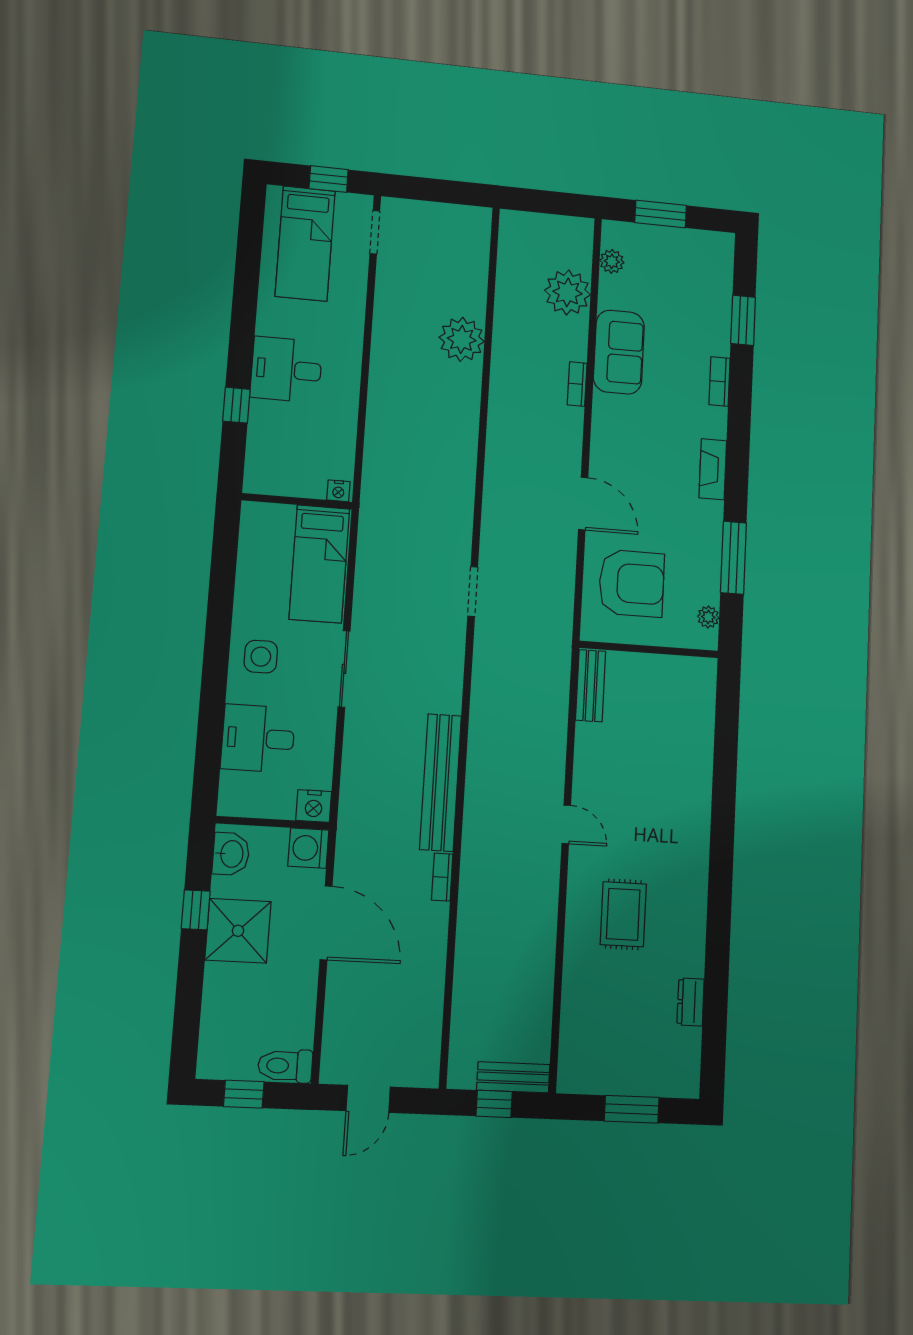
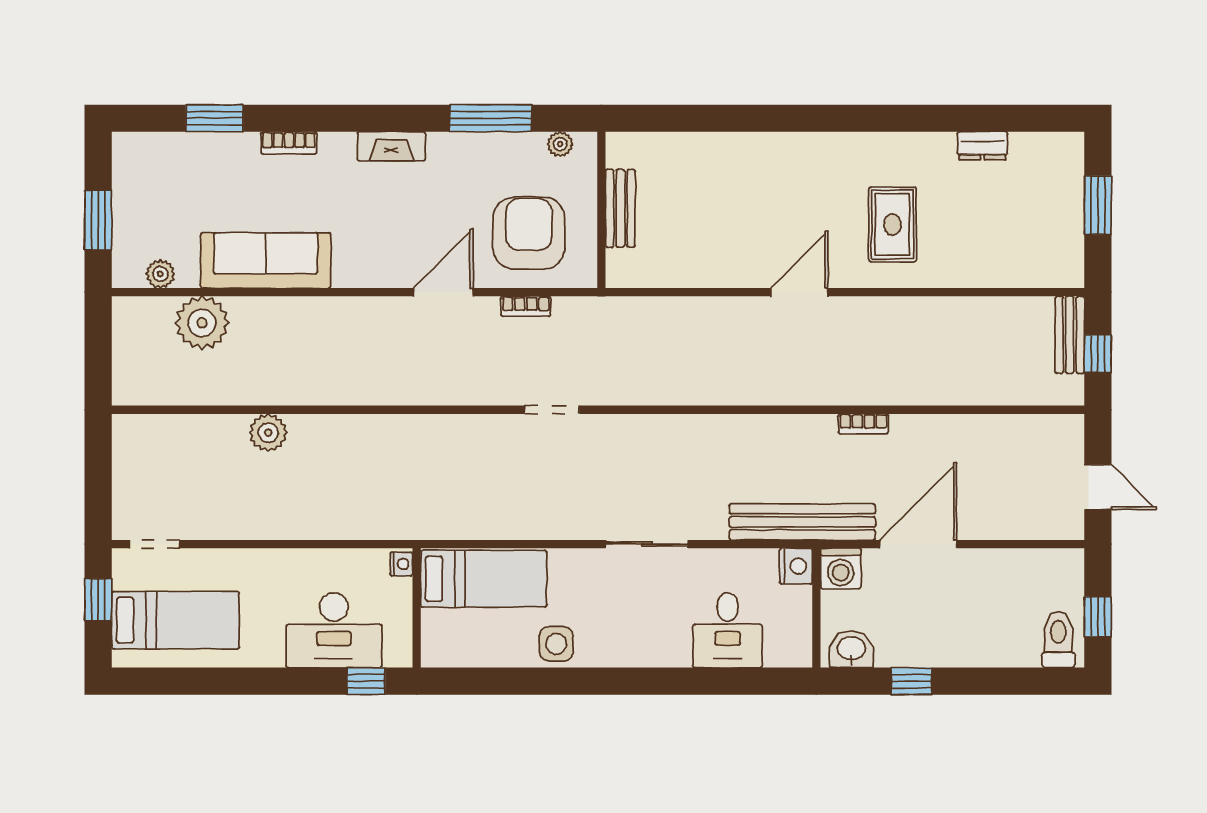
plant: (462, 339) -> (268, 433), width x0.73, depth x0.73
sofa: (619, 352) -> (266, 261), width x1.36
desk: (286, 370) -> (334, 630), width x1.37
bookcase: (577, 384) -> (526, 306), moved
nightstand: (338, 491) -> (401, 564), moved
wall: (297, 501) -> (417, 608), moved
bed: (319, 564) -> (484, 579), moved
side table: (261, 657) -> (556, 644), moved
bench: (591, 686) -> (620, 208), moved, turned 90
bench: (441, 782) -> (802, 522), moved
door: (566, 824) -> (799, 292), width x1.38
rug: (623, 914) -> (892, 224), turned 90
shower: (238, 931) -> (931, 636), removed
toilet: (285, 1066) -> (1058, 640), moved, turned 180

